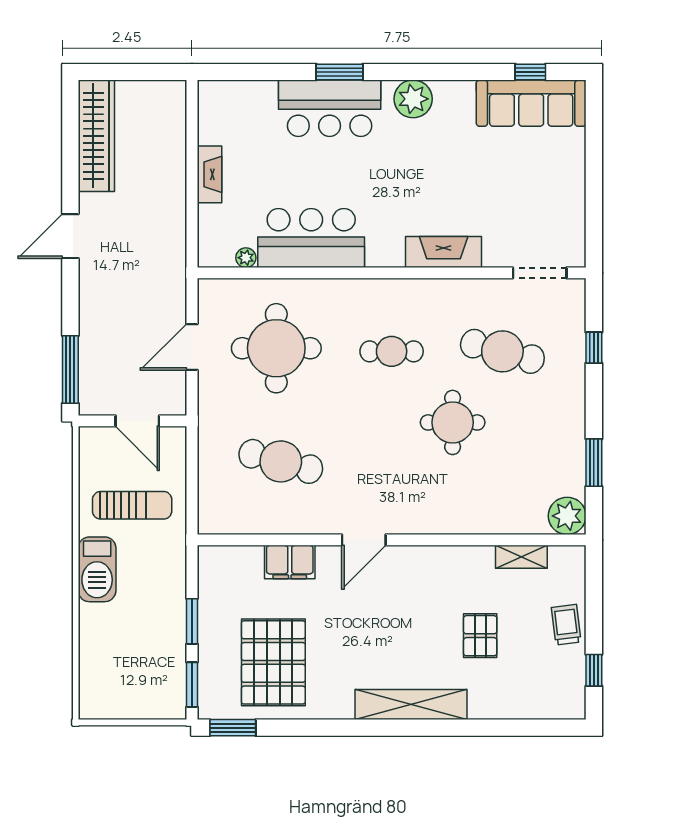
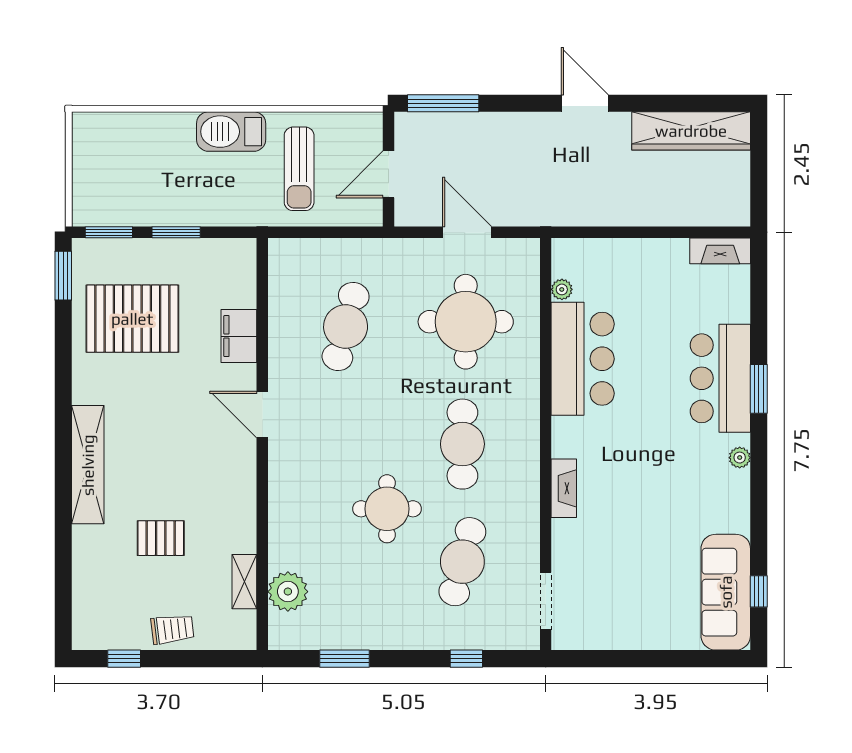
plant: (413, 99) -> (740, 458), width x0.53, depth x0.53
fireplace: (209, 174) -> (720, 251), moved
fireplace: (444, 252) -> (564, 488), width x0.73, depth x0.76
cafe table: (392, 351) -> (462, 444), width x1.37, depth x1.35
plant: (567, 516) -> (288, 592), moved

